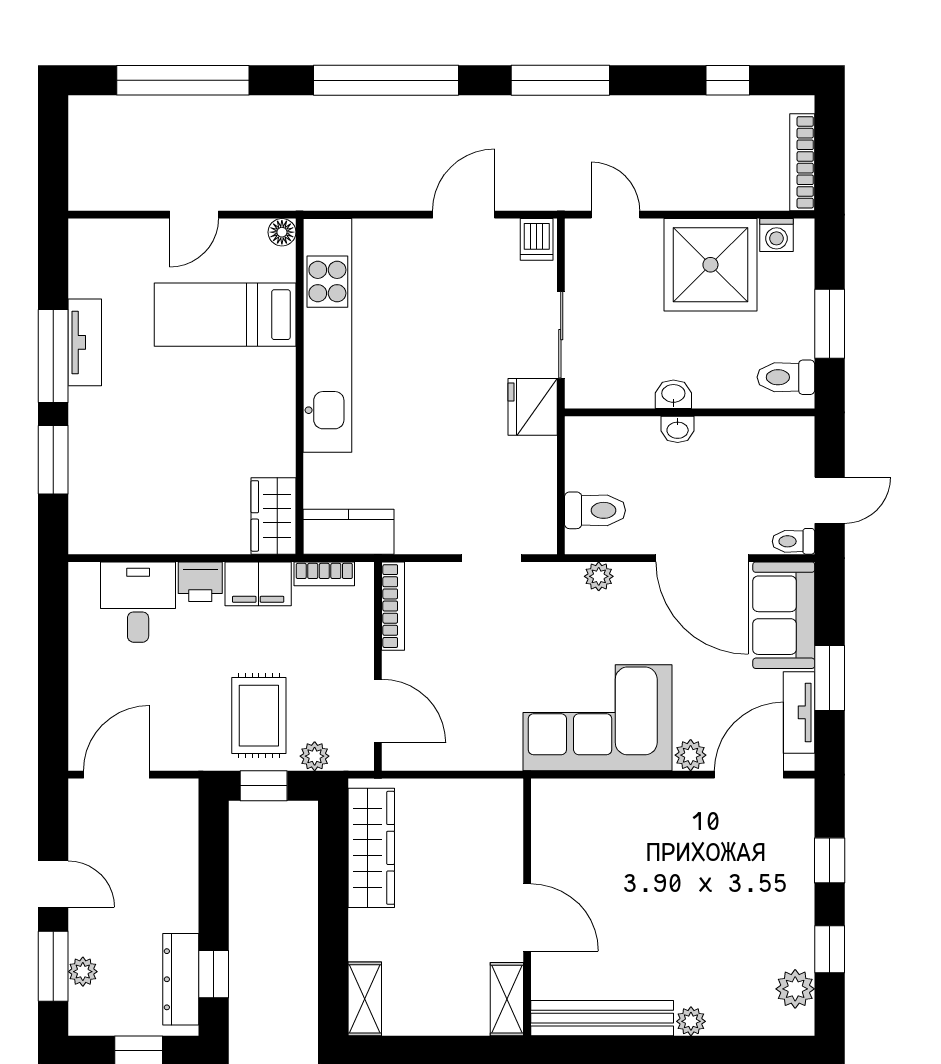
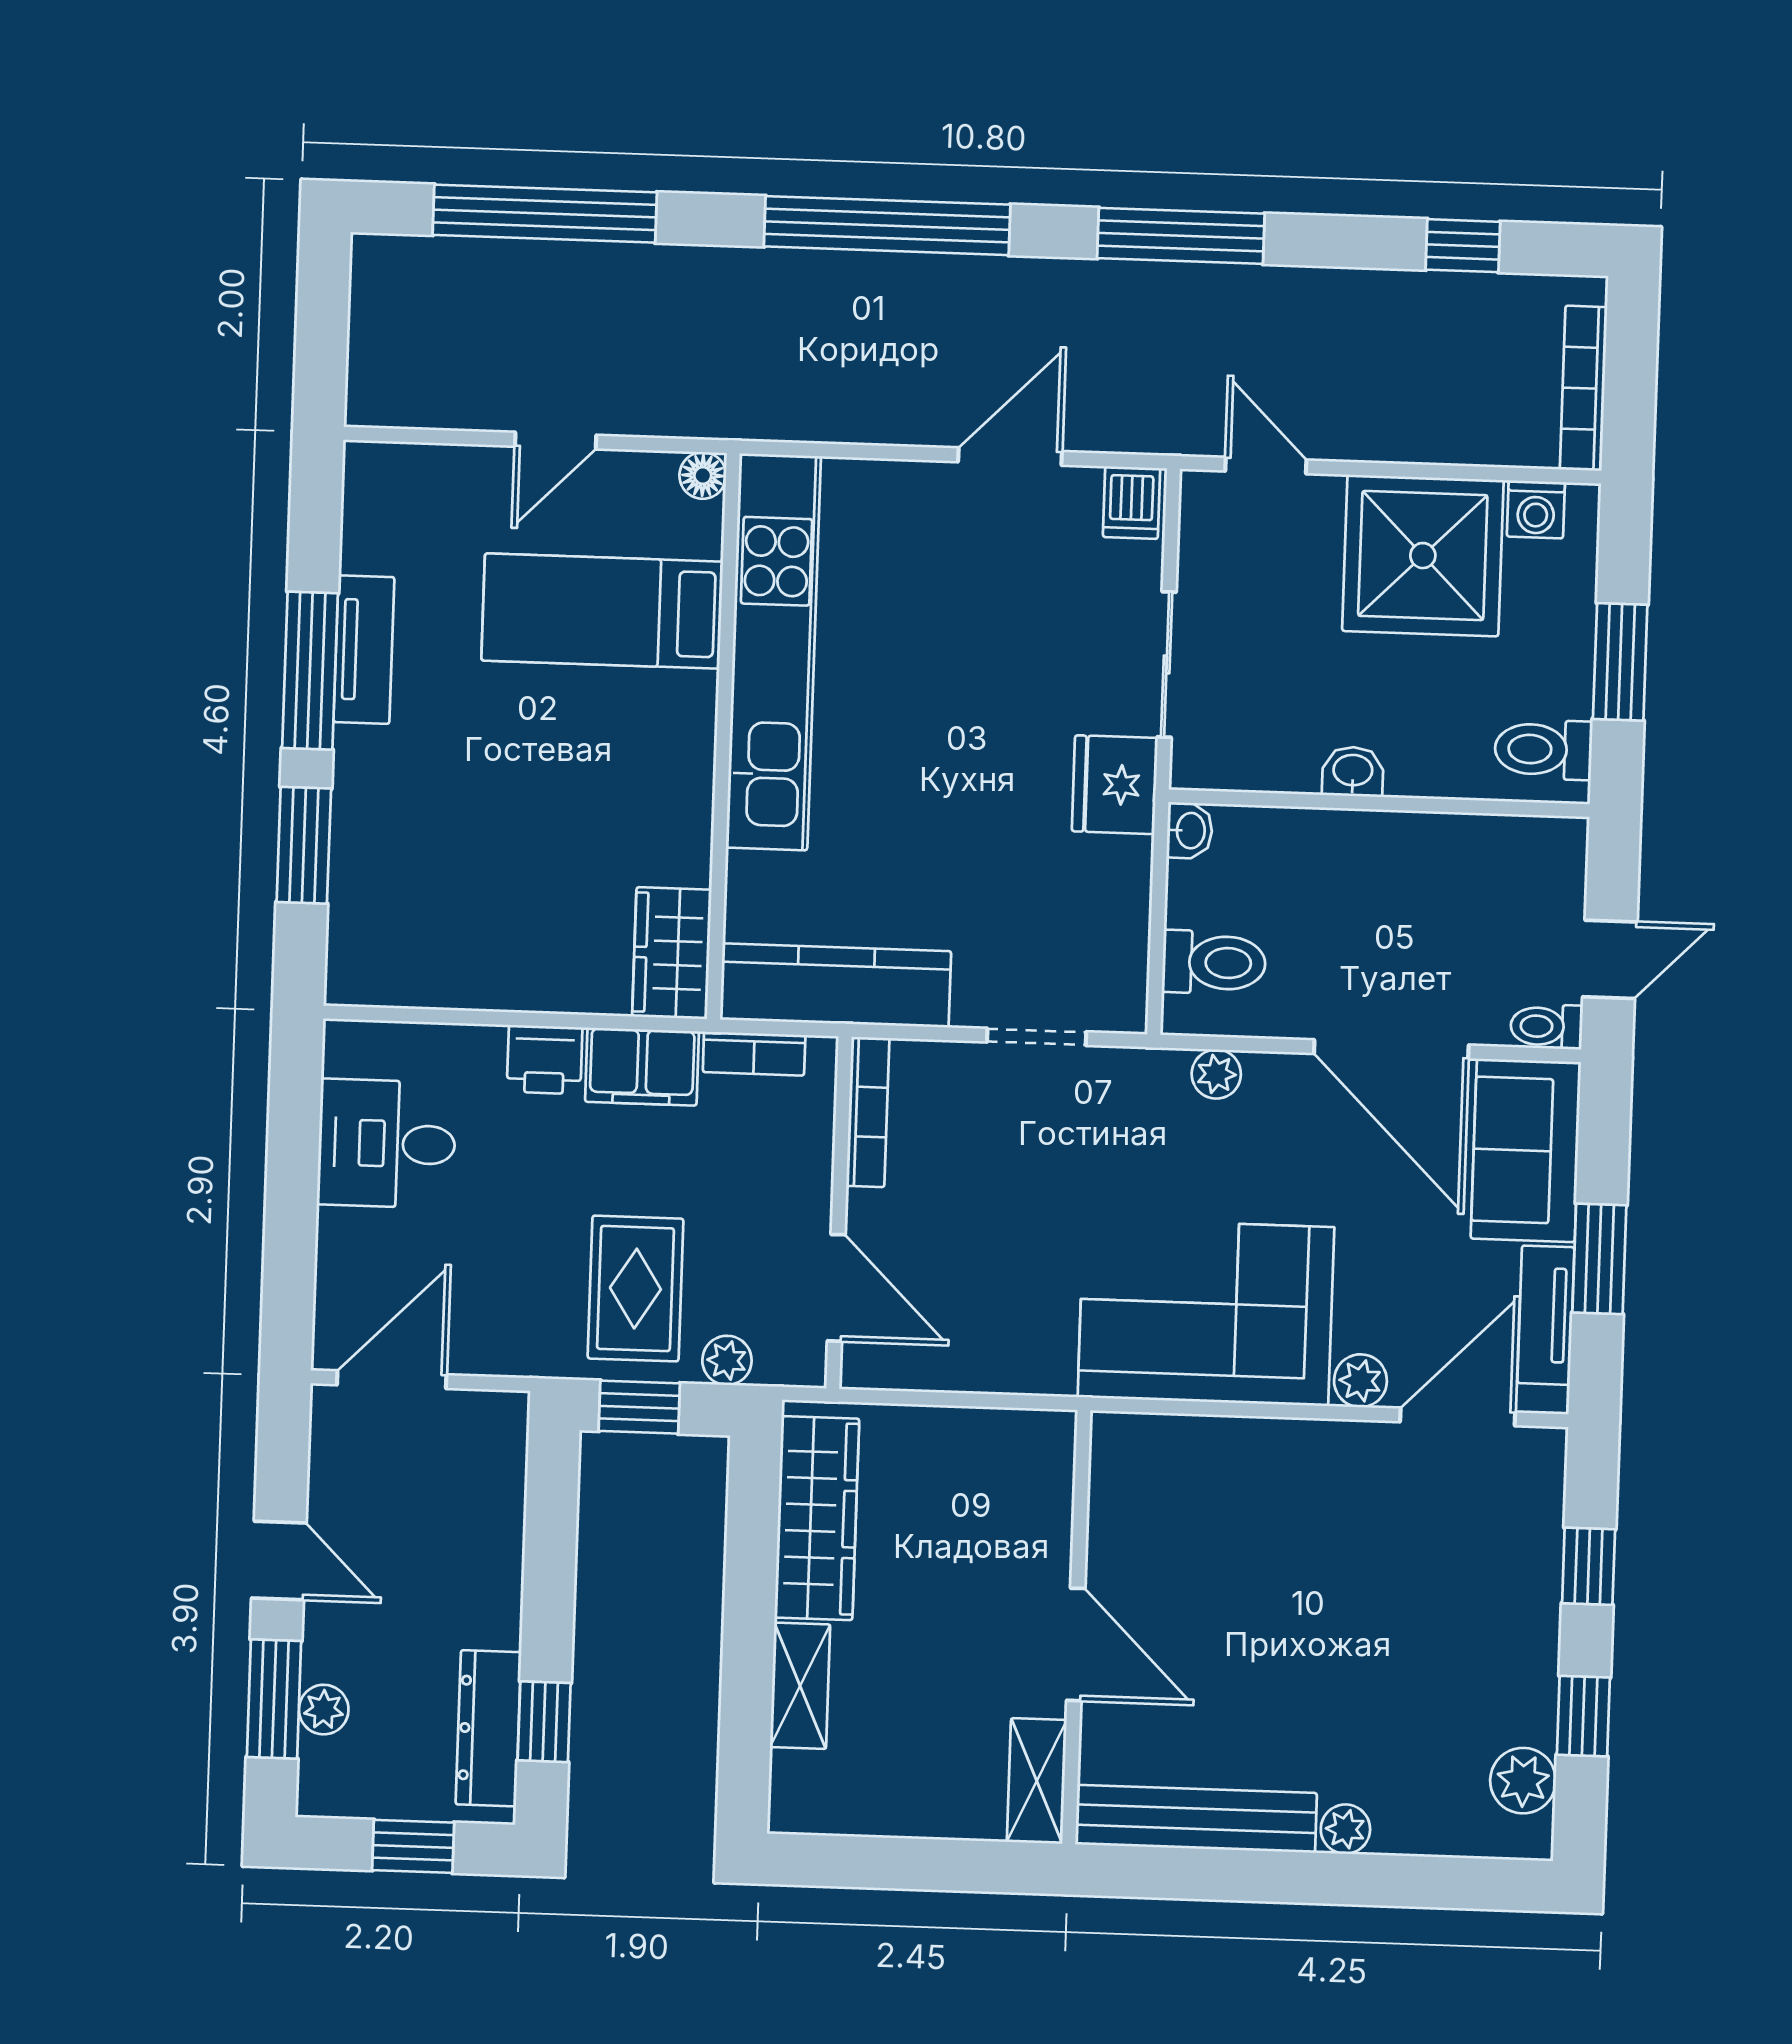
washbasin: (678, 429) -> (1189, 831), moved, turned -90
kitchen counter: (349, 532) -> (836, 985), width x1.50
desk: (138, 602) -> (387, 1144), moved, turned -90
shelving: (365, 999) -> (800, 1686), moved

